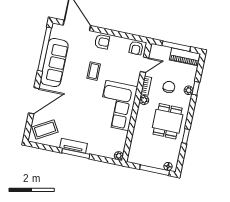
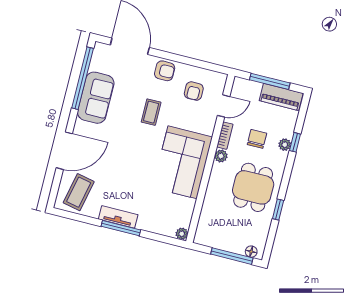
armchair: (136, 48) -> (194, 91), moved
sofa: (54, 63) -> (96, 98), width x0.73
coffee table: (45, 129) -> (79, 192), turned -48

